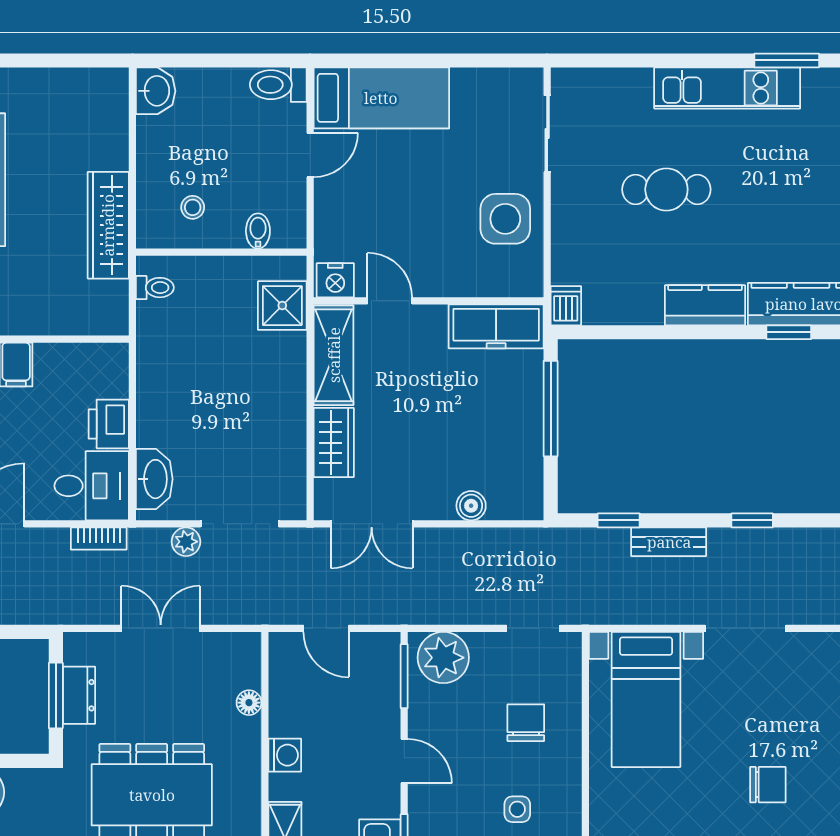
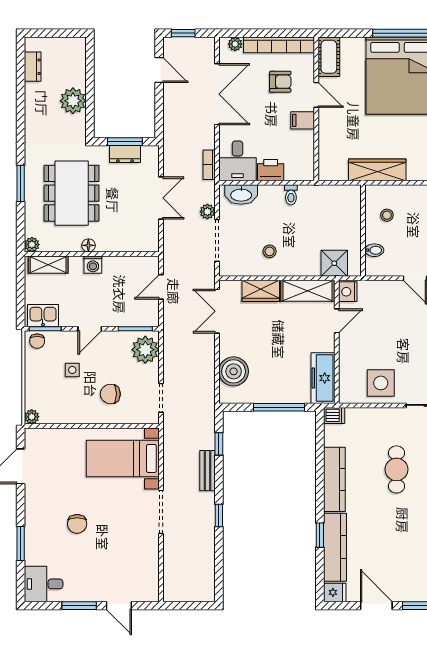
toilet: (155, 288) -> (291, 195), moved
kitchen counter: (705, 305) -> (334, 479), width x1.50
stool: (260, 426) -> (270, 251), added
boiler: (471, 506) -> (234, 371), width x1.86, depth x1.86
floor lamp: (249, 703) -> (88, 245), moved
chair: (526, 723) -> (110, 394), turned 180
side table: (517, 809) -> (72, 370), moved

